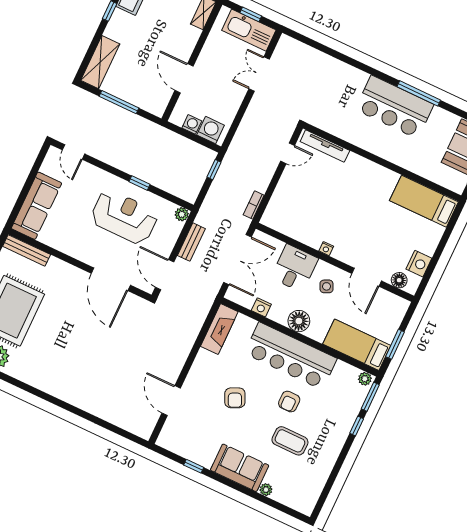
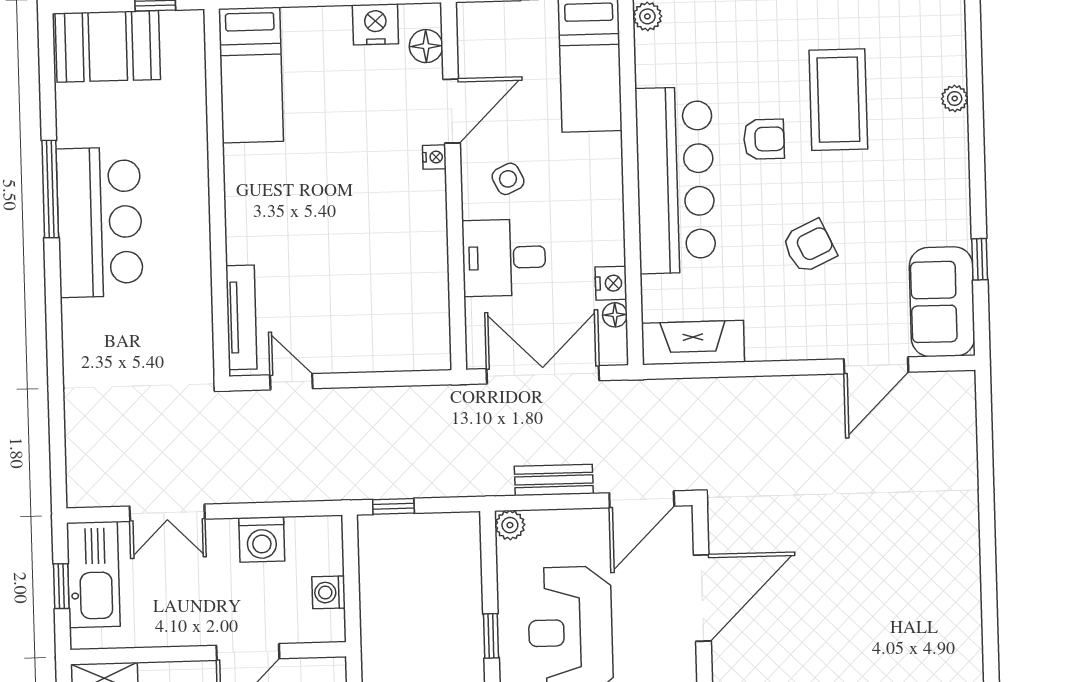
washing machine: (211, 130) -> (262, 539), moved, turned -90
bookcase: (254, 205) -> (423, 397), removed
nightstand: (326, 249) -> (434, 157), moved
floor lamp: (299, 321) -> (615, 315), moved, width x0.53, depth x0.53
coffee table: (290, 441) -> (838, 100), width x1.36, depth x1.32
sofa: (240, 468) -> (942, 302), moved

